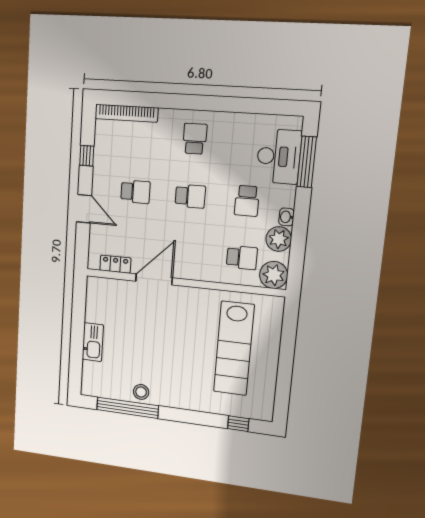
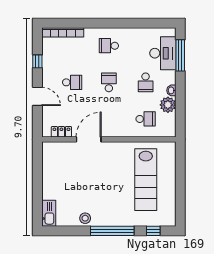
school desk: (195, 139) -> (109, 46), turned -90
school desk: (190, 196) -> (109, 82), turned -90
plant: (274, 275) -> (167, 128), removed
kitchen sink: (93, 342) -> (49, 213), moved
window: (127, 408) -> (112, 231), moved

